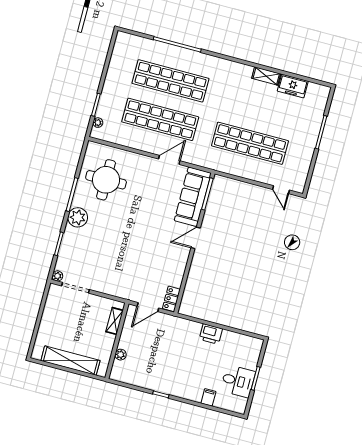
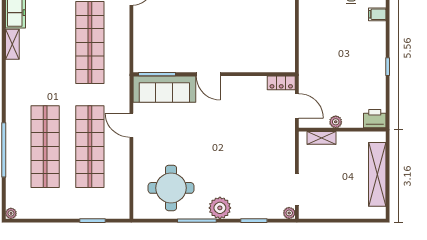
plant: (98, 123) -> (11, 213), moved
printer: (211, 334) -> (375, 119), moved, turned -90
plant: (121, 355) -> (336, 122), moved

